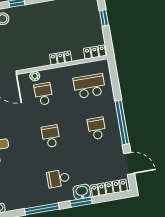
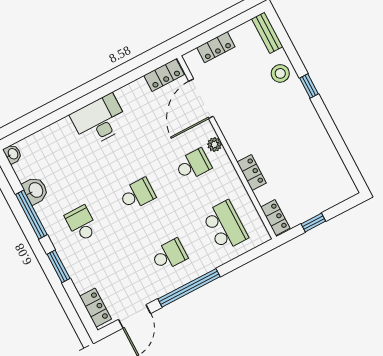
window: (104, 18) -> (313, 223), moved
locker: (109, 188) -> (95, 308), width x0.66
washbasin: (82, 192) -> (35, 190), moved

